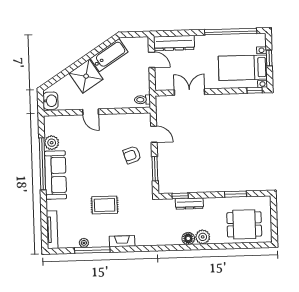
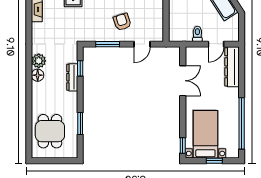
toilet: (142, 100) -> (197, 34), moved
plant: (203, 237) -> (39, 61), moved

